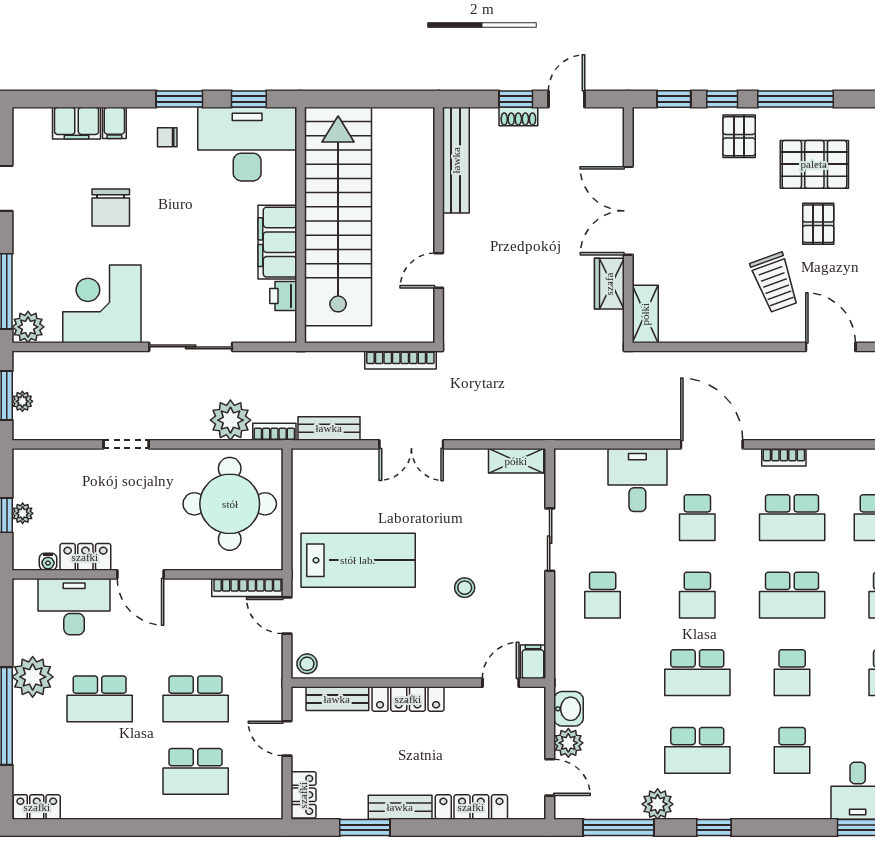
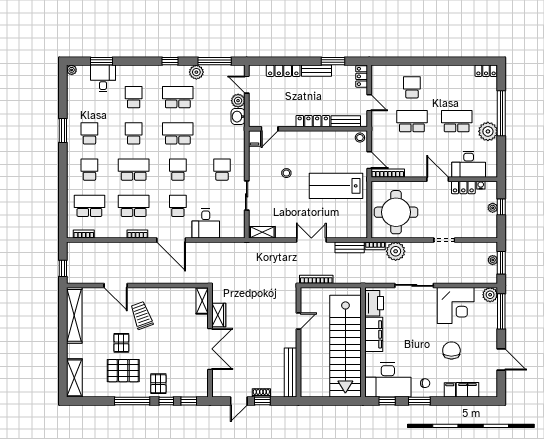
printer: (283, 296) -> (374, 303), width x1.87, depth x1.48
school desk: (196, 771) -> (412, 87), width x0.54

